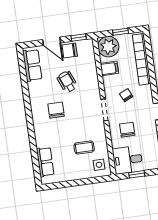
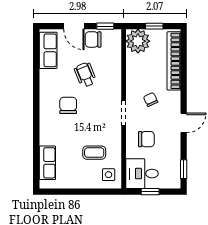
filing cabinet: (109, 68) -> (136, 66), removed
chair: (127, 130) -> (146, 139), turned 90

